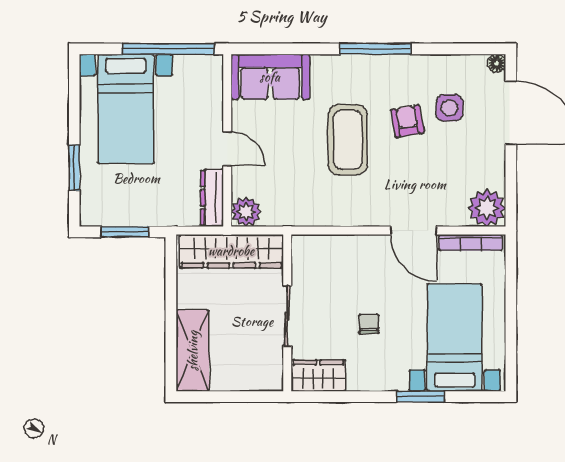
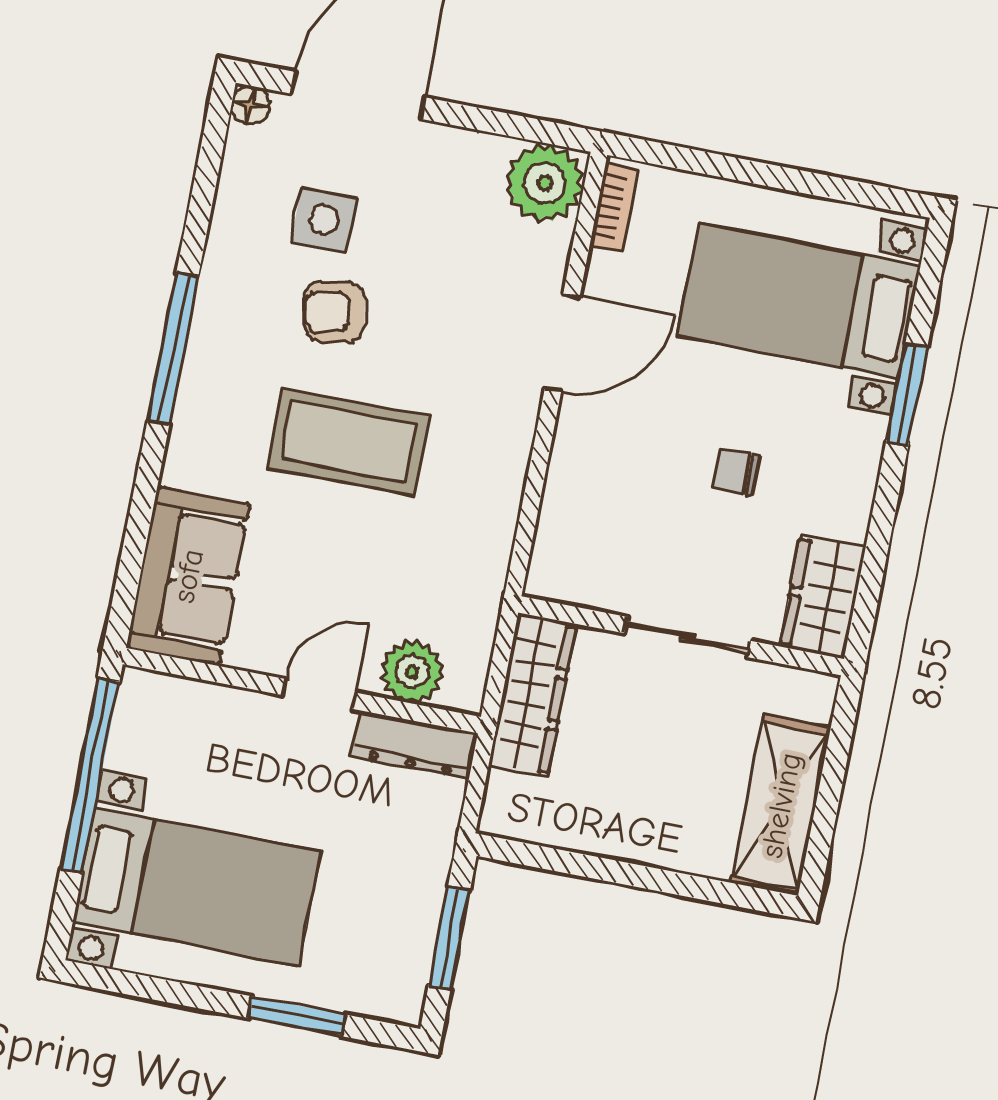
plant: (246, 212) -> (412, 672), moved
bookcase: (470, 243) -> (614, 207), width x0.64
wardrobe: (231, 251) -> (533, 695), width x0.71, depth x0.85
shelving: (193, 351) -> (781, 805), moved, turned 90

